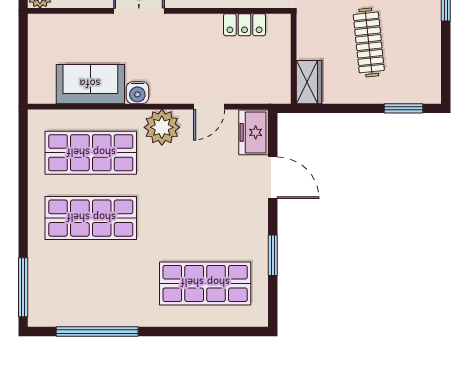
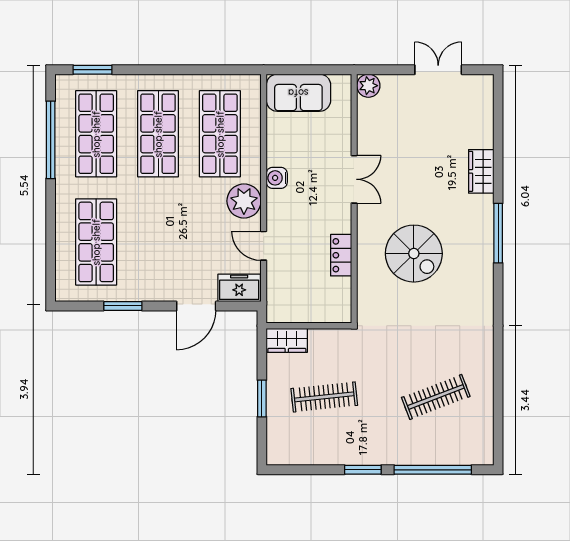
locker: (244, 25) -> (341, 255), moved
sofa: (90, 84) -> (298, 93), moved, turned 90
window: (404, 108) -> (262, 398), moved
shop shelf: (91, 283) -> (96, 134), added
window: (23, 287) -> (93, 70), width x0.69

